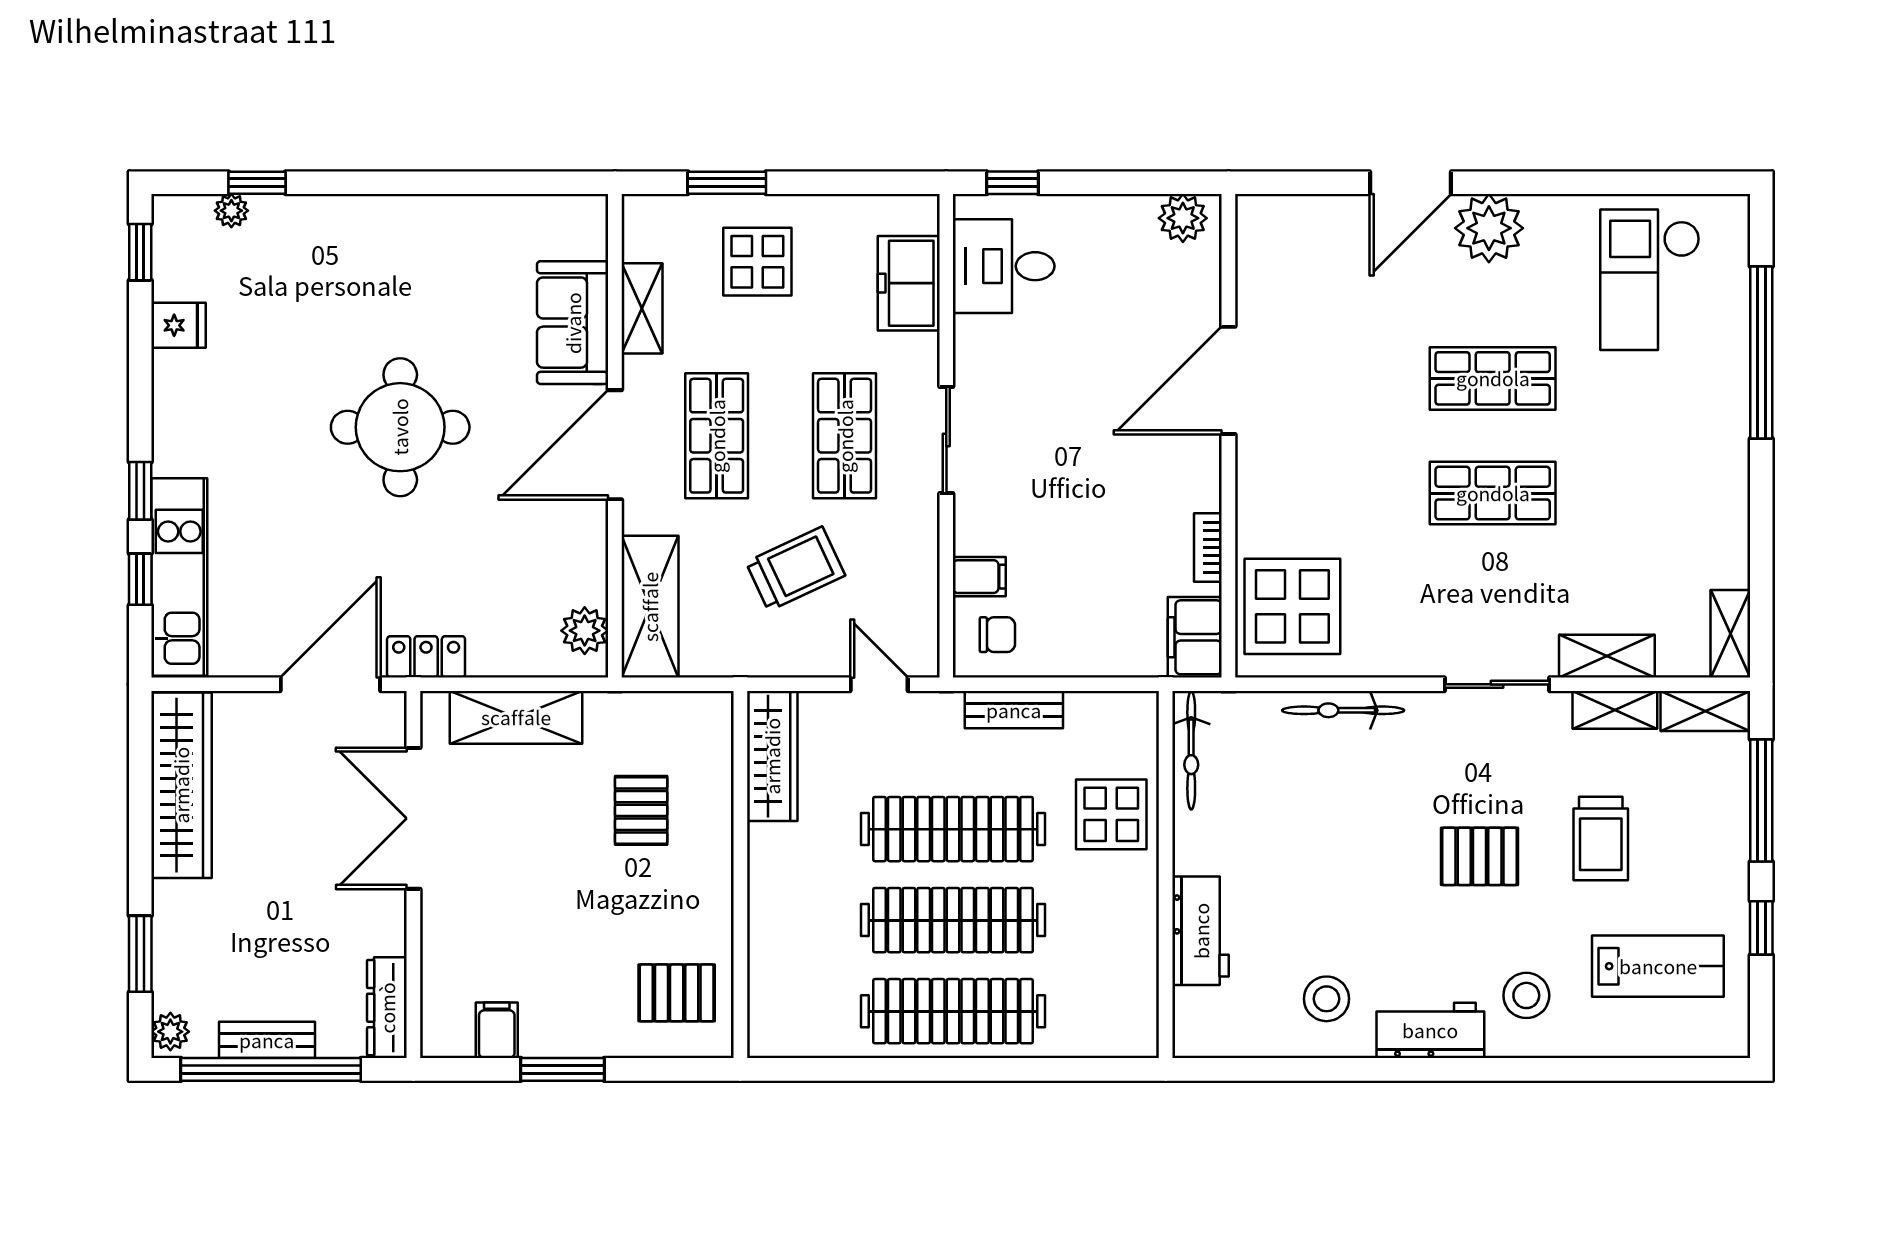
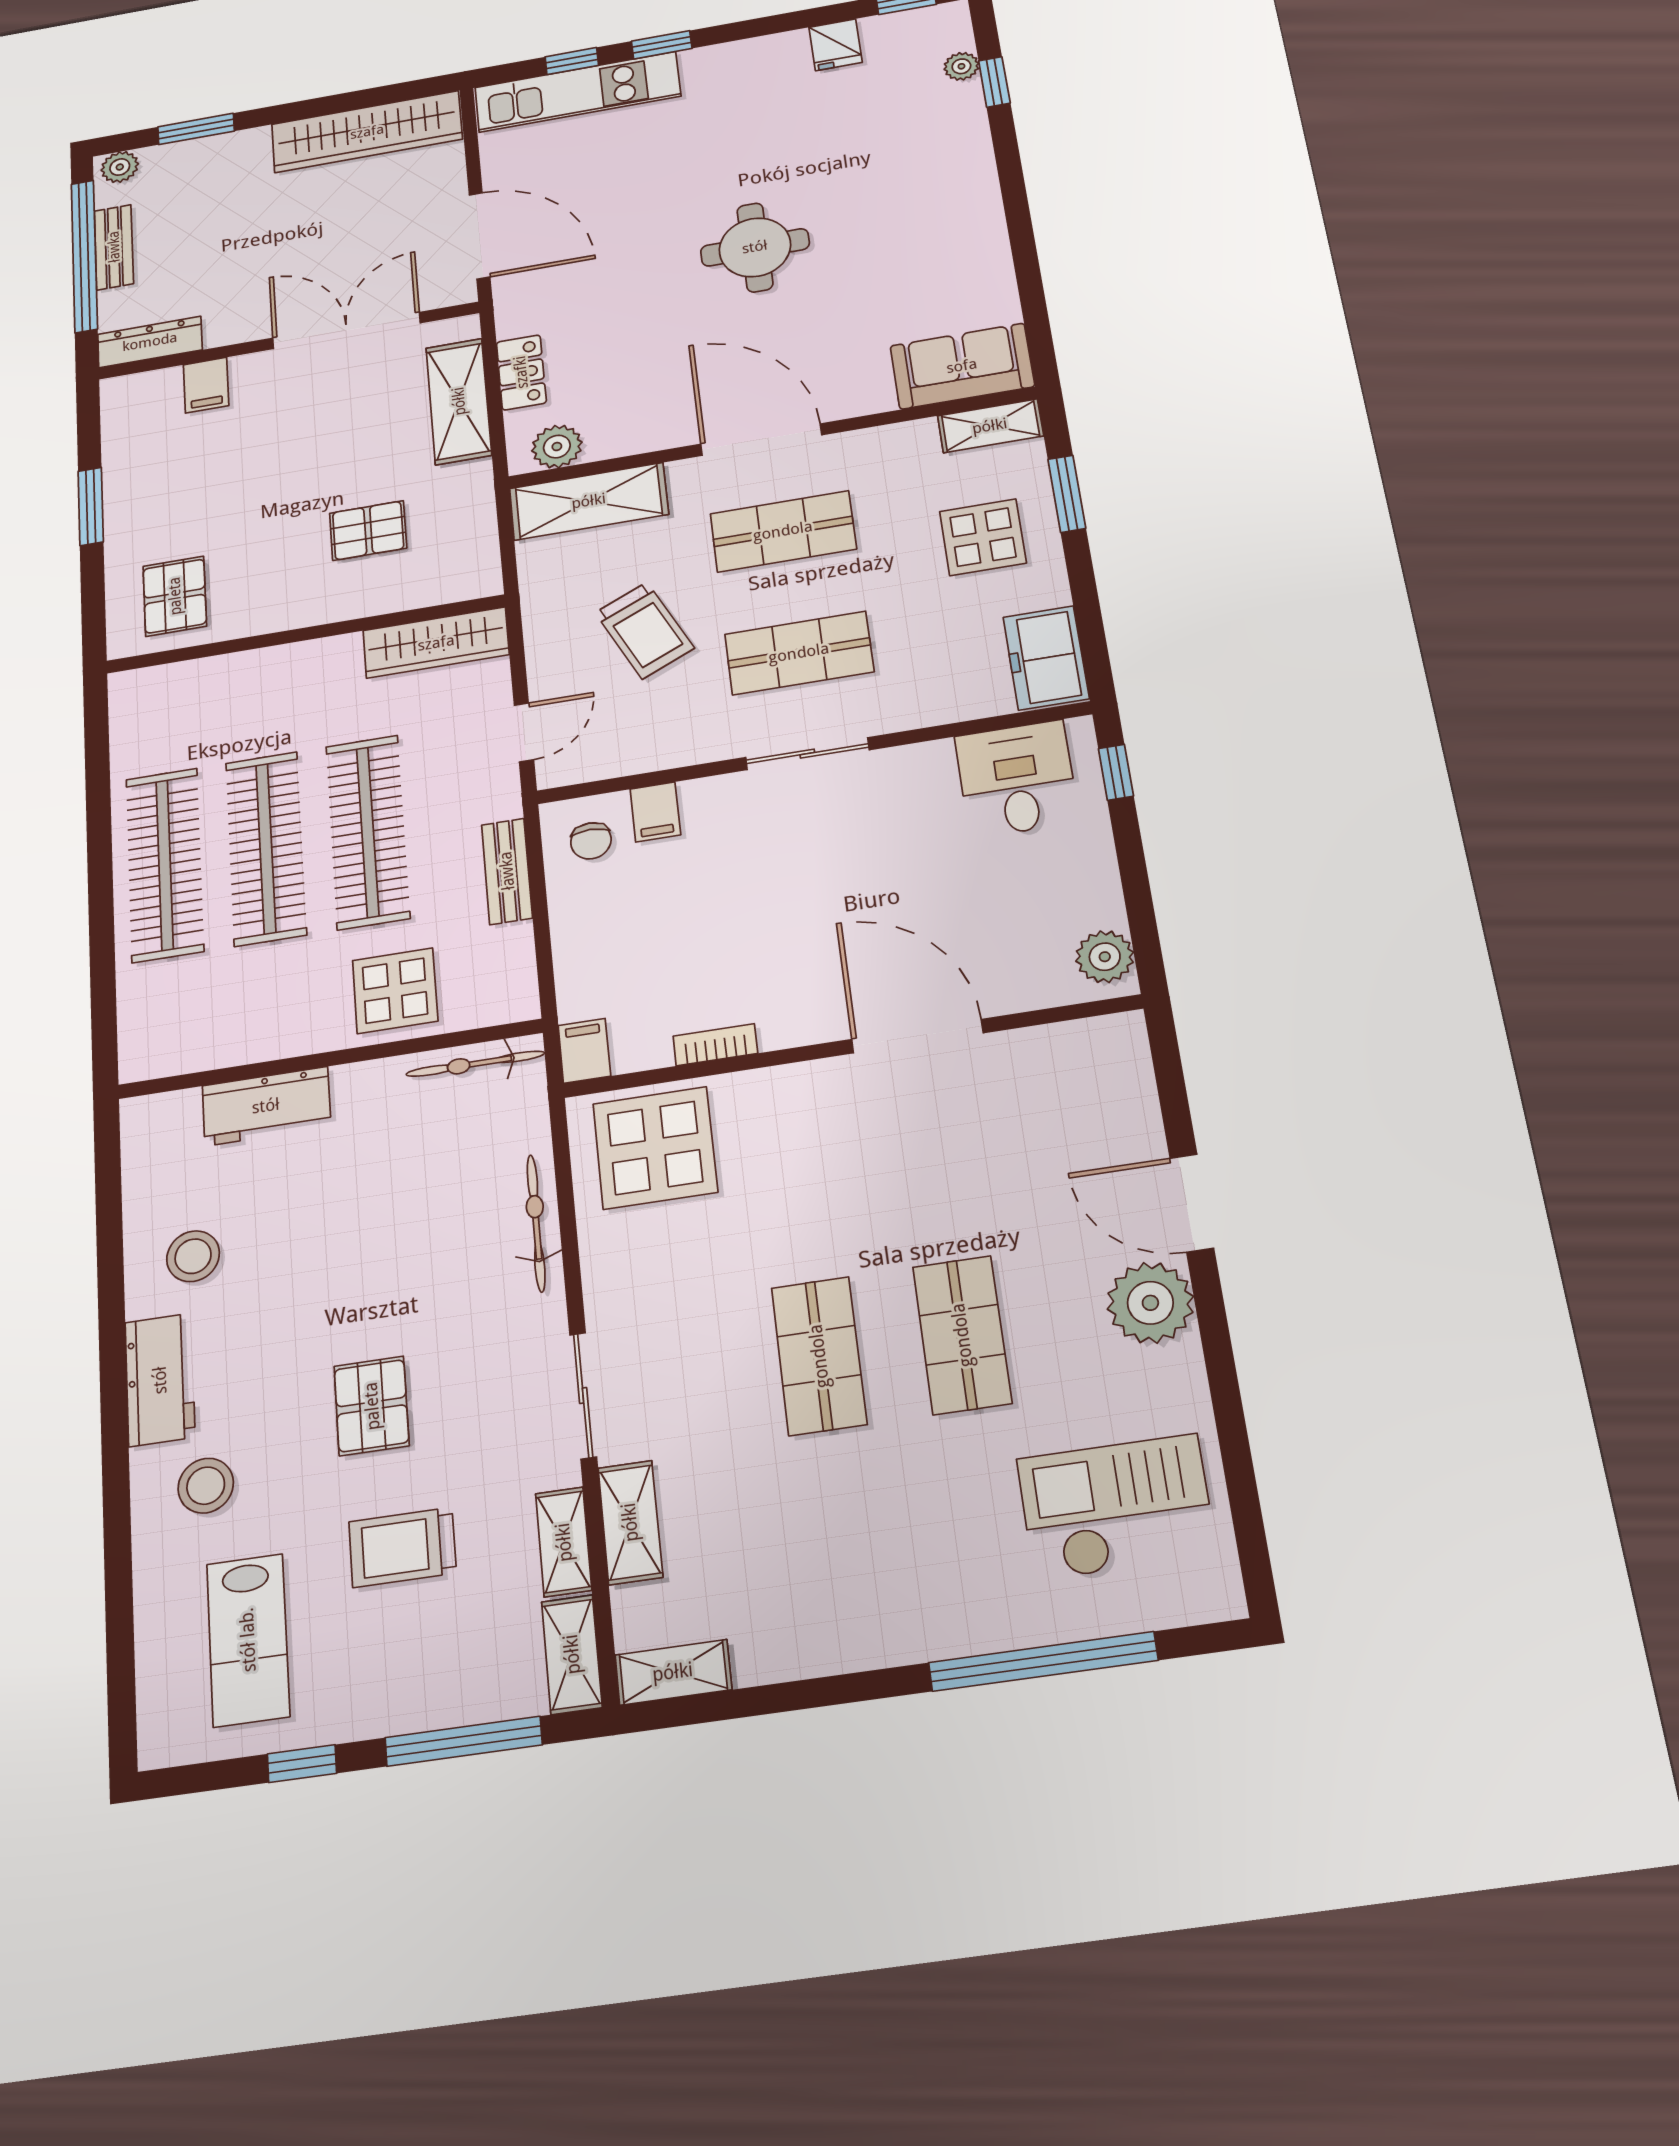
freezer: (909, 283) -> (1046, 658), moved, turned -90
shelving: (642, 308) -> (990, 426), moved
sofa: (573, 323) -> (962, 366), moved
round table: (400, 427) -> (755, 247), width x0.73, depth x0.73
filing cabinet: (1195, 637) -> (584, 1051), width x0.50
locker: (426, 657) -> (521, 372), moved
filing cabinet: (497, 1030) -> (206, 385), moved, turned 90

